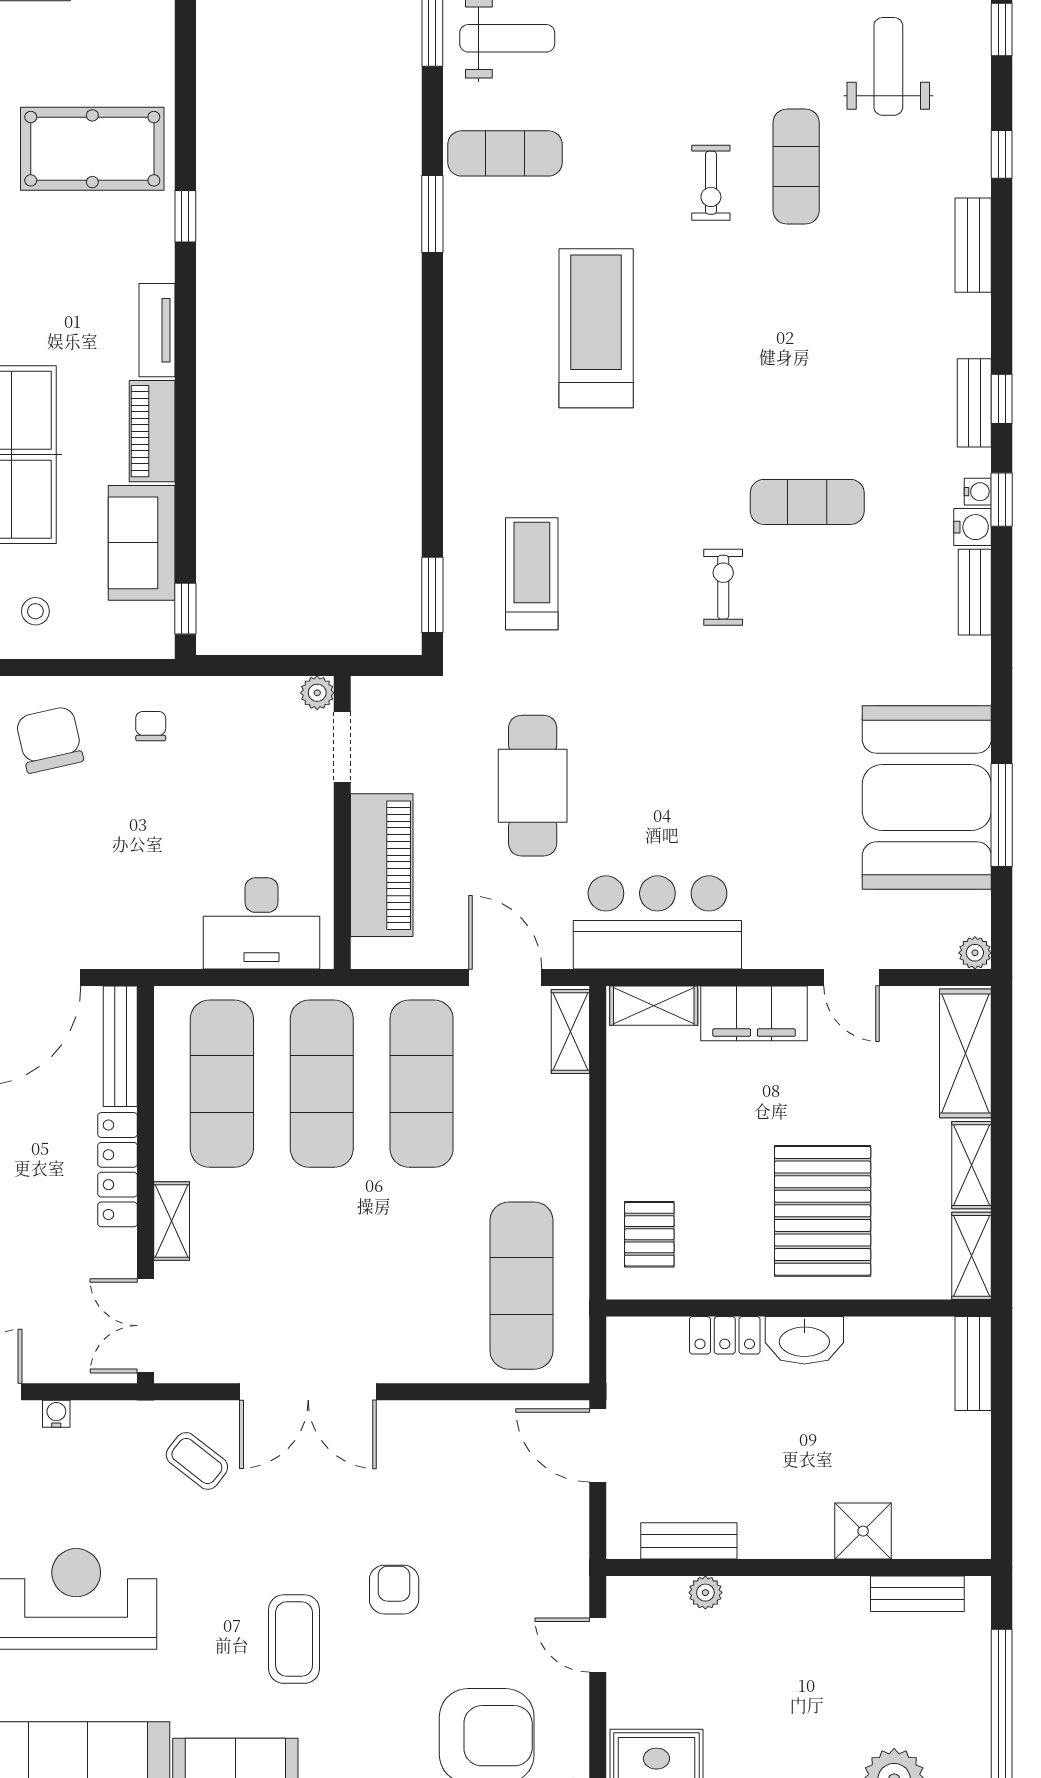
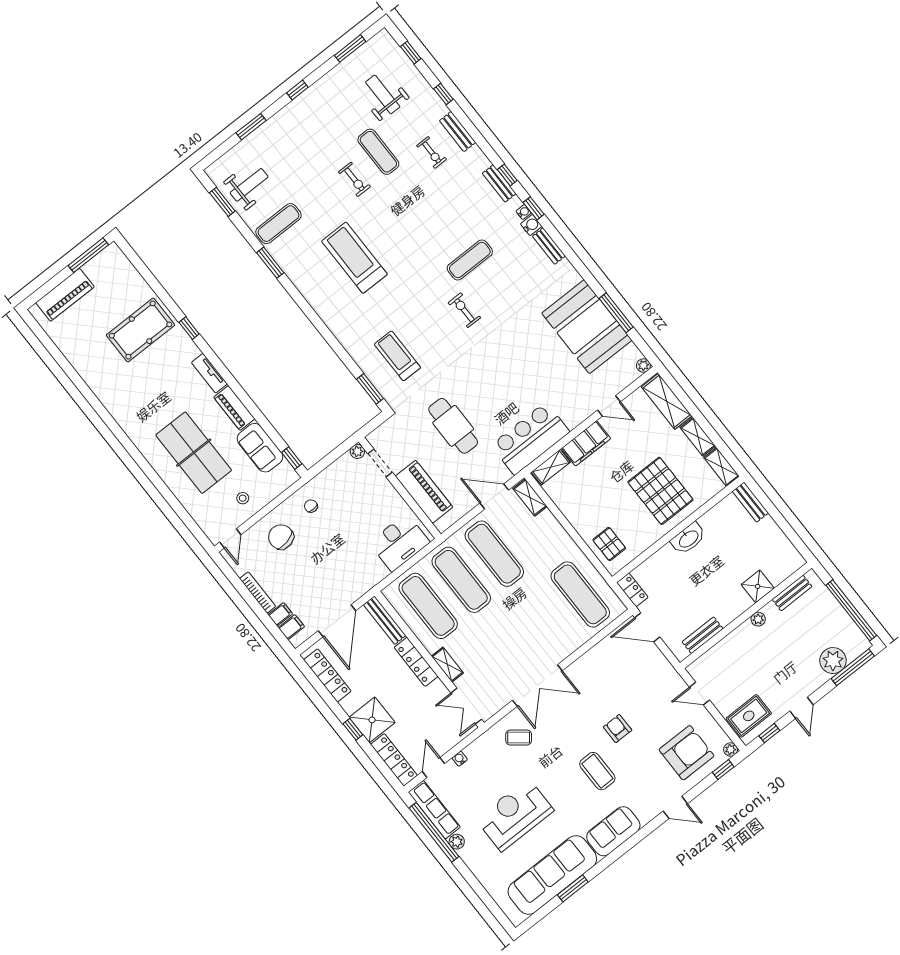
exercise bike: (894, 246) -> (432, 152), added
locker: (725, 1335) -> (632, 590), moved, turned -90
plant: (705, 1593) -> (758, 619), moved

